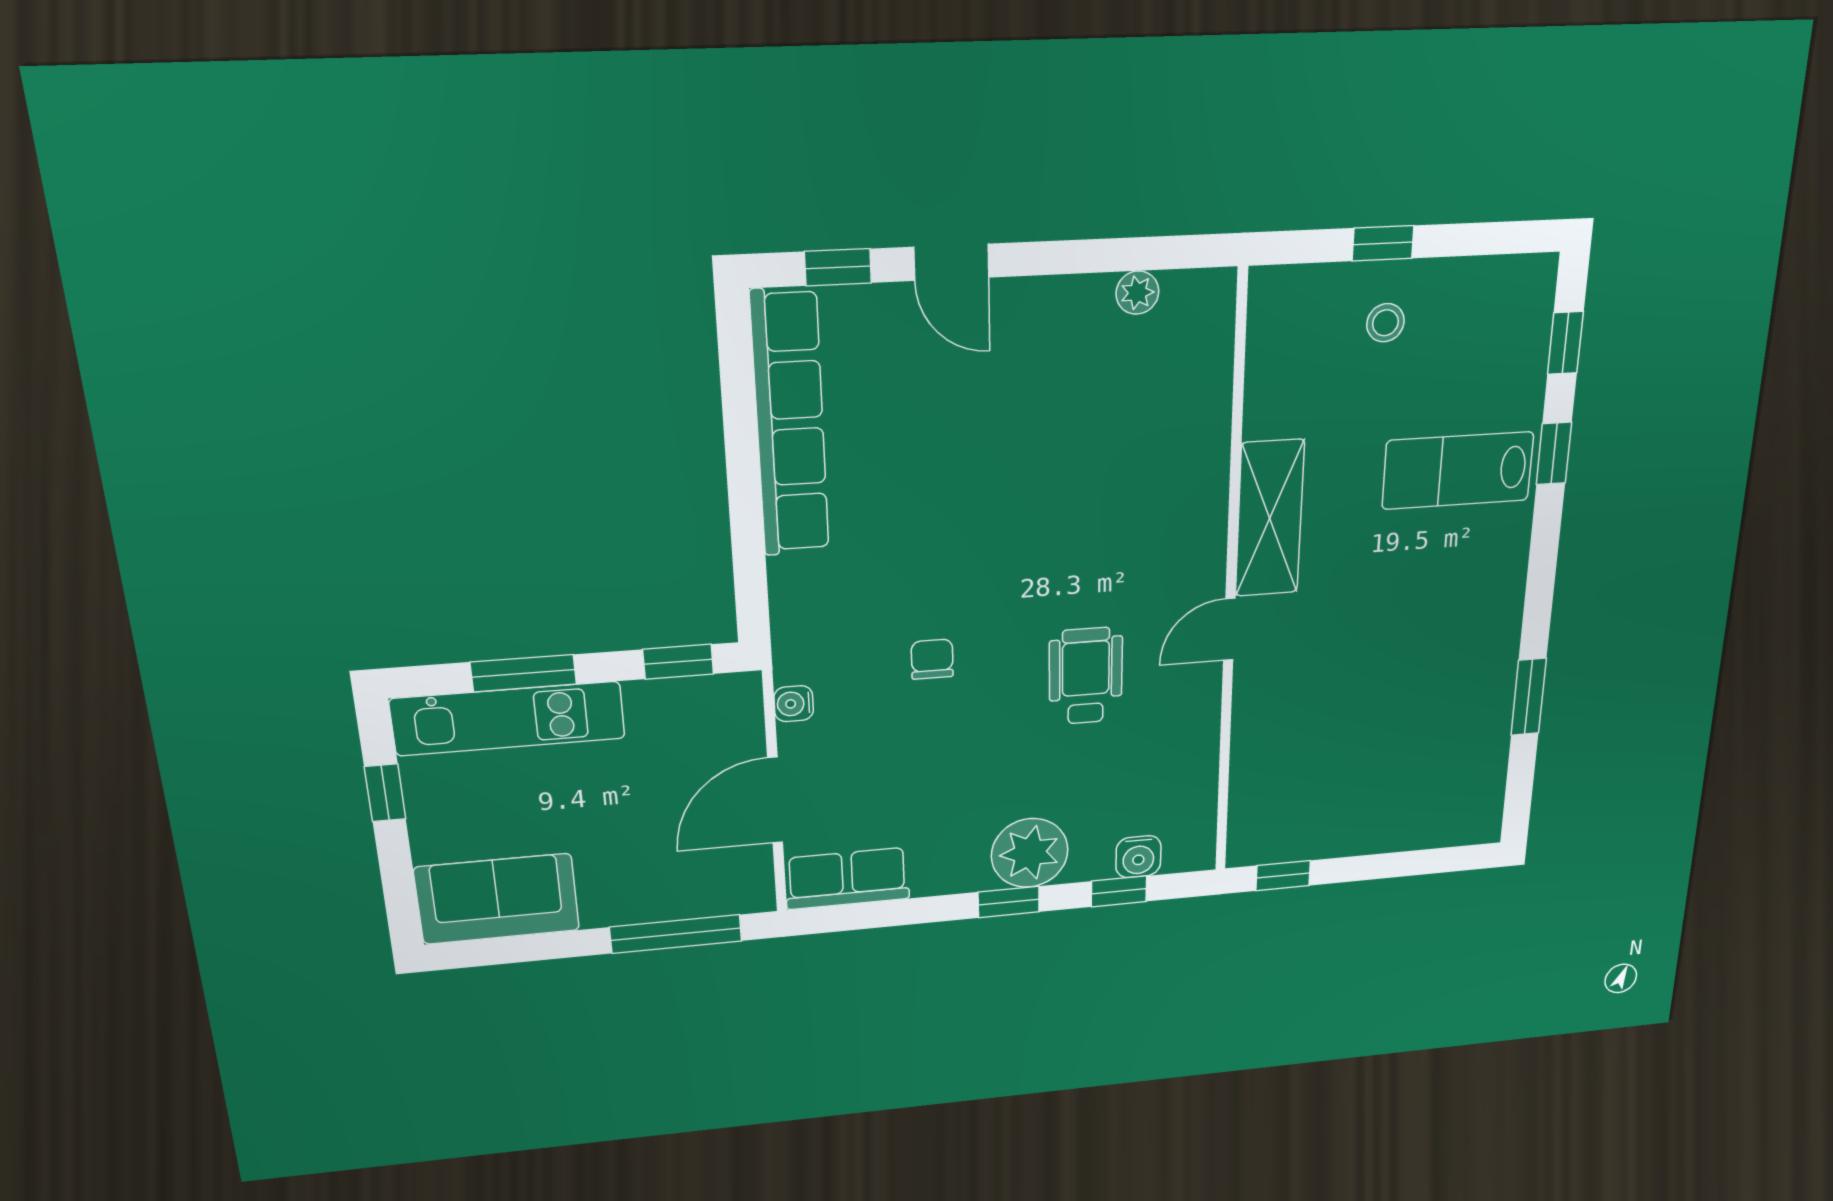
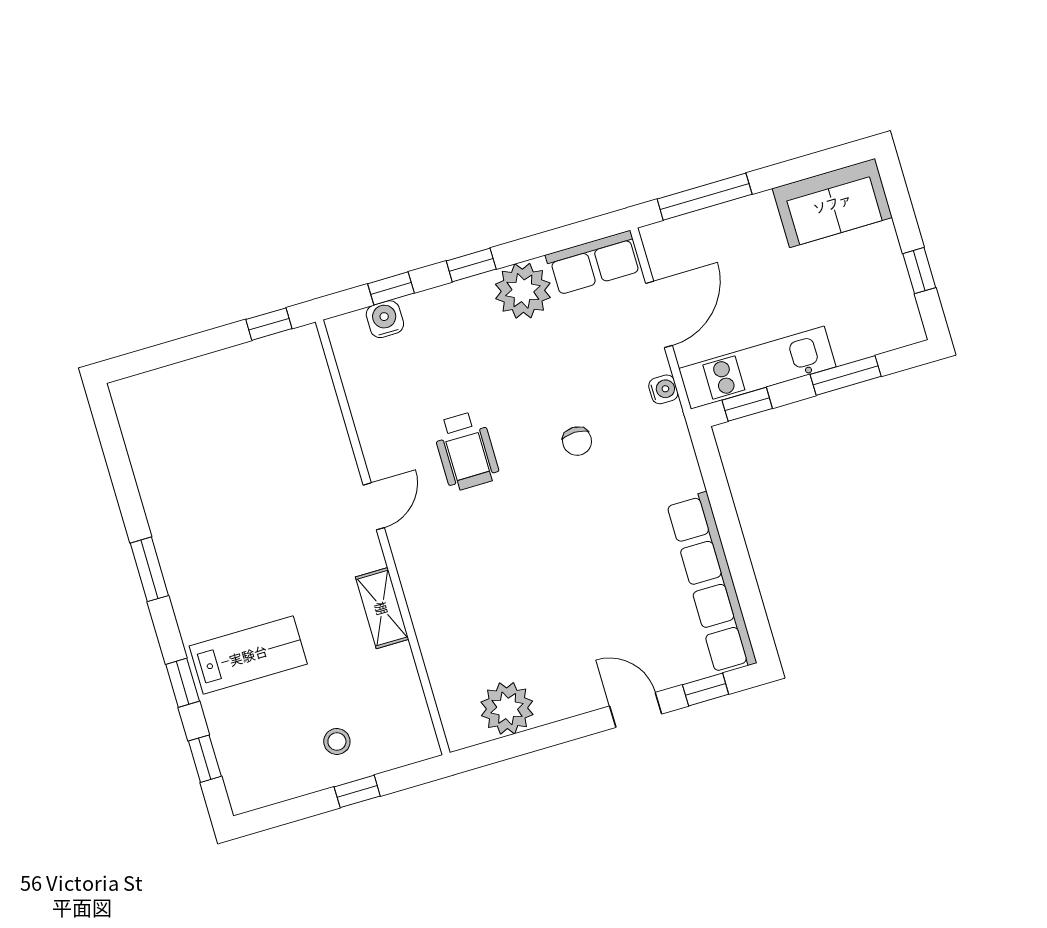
plant: (1137, 293) -> (507, 708), width x1.88, depth x1.88
shelving: (1270, 518) -> (382, 608), width x0.67, depth x0.75
window: (1529, 697) -> (149, 569), moved
kitchen unit: (508, 719) -> (757, 368), moved
plant: (1030, 853) -> (523, 291), moved

